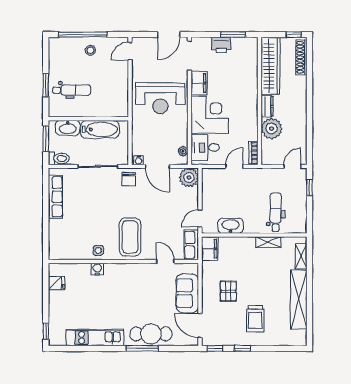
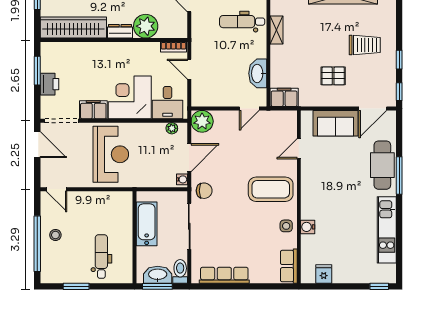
window: (46, 85) -> (76, 286), moved
washbasin: (68, 128) -> (158, 275), moved, turned -90
door: (200, 218) -> (249, 109), hinge flipped
row of seats: (191, 245) -> (289, 266), moved, turned 90

